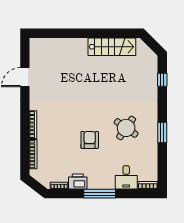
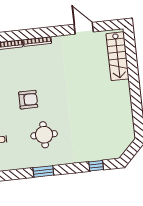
stairs: (112, 47) -> (118, 56), moved
round table: (126, 128) -> (44, 135), turned -35

